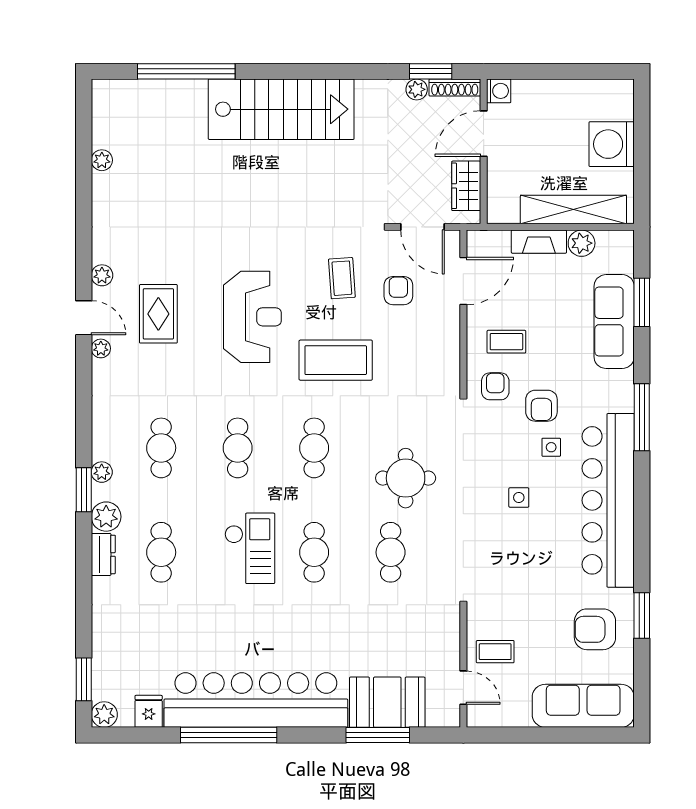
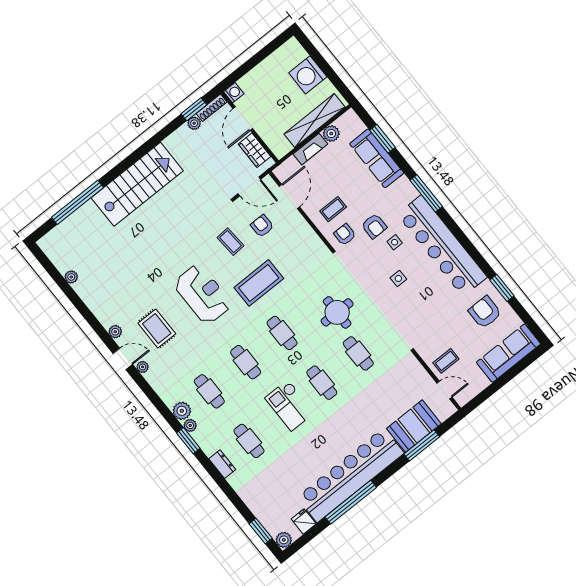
plant: (106, 517) -> (182, 411), moved
checkout: (250, 548) -> (290, 405), turned 180
armchair: (595, 629) -> (485, 312), turned 90

